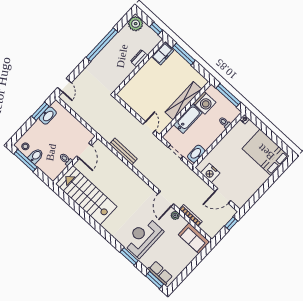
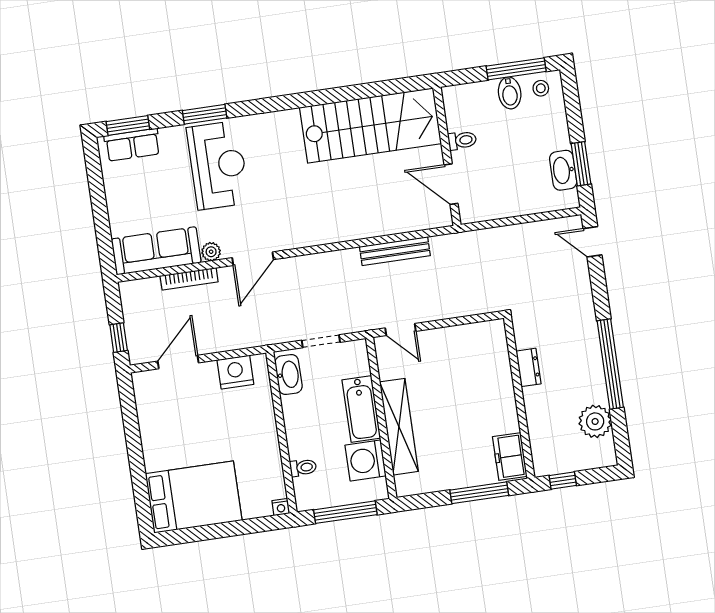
plant: (136, 24) -> (595, 421), moved
dresser: (139, 58) -> (528, 367), moved
door: (166, 199) -> (253, 259), swing flipped
sofa: (194, 238) -> (156, 251), width x1.36

